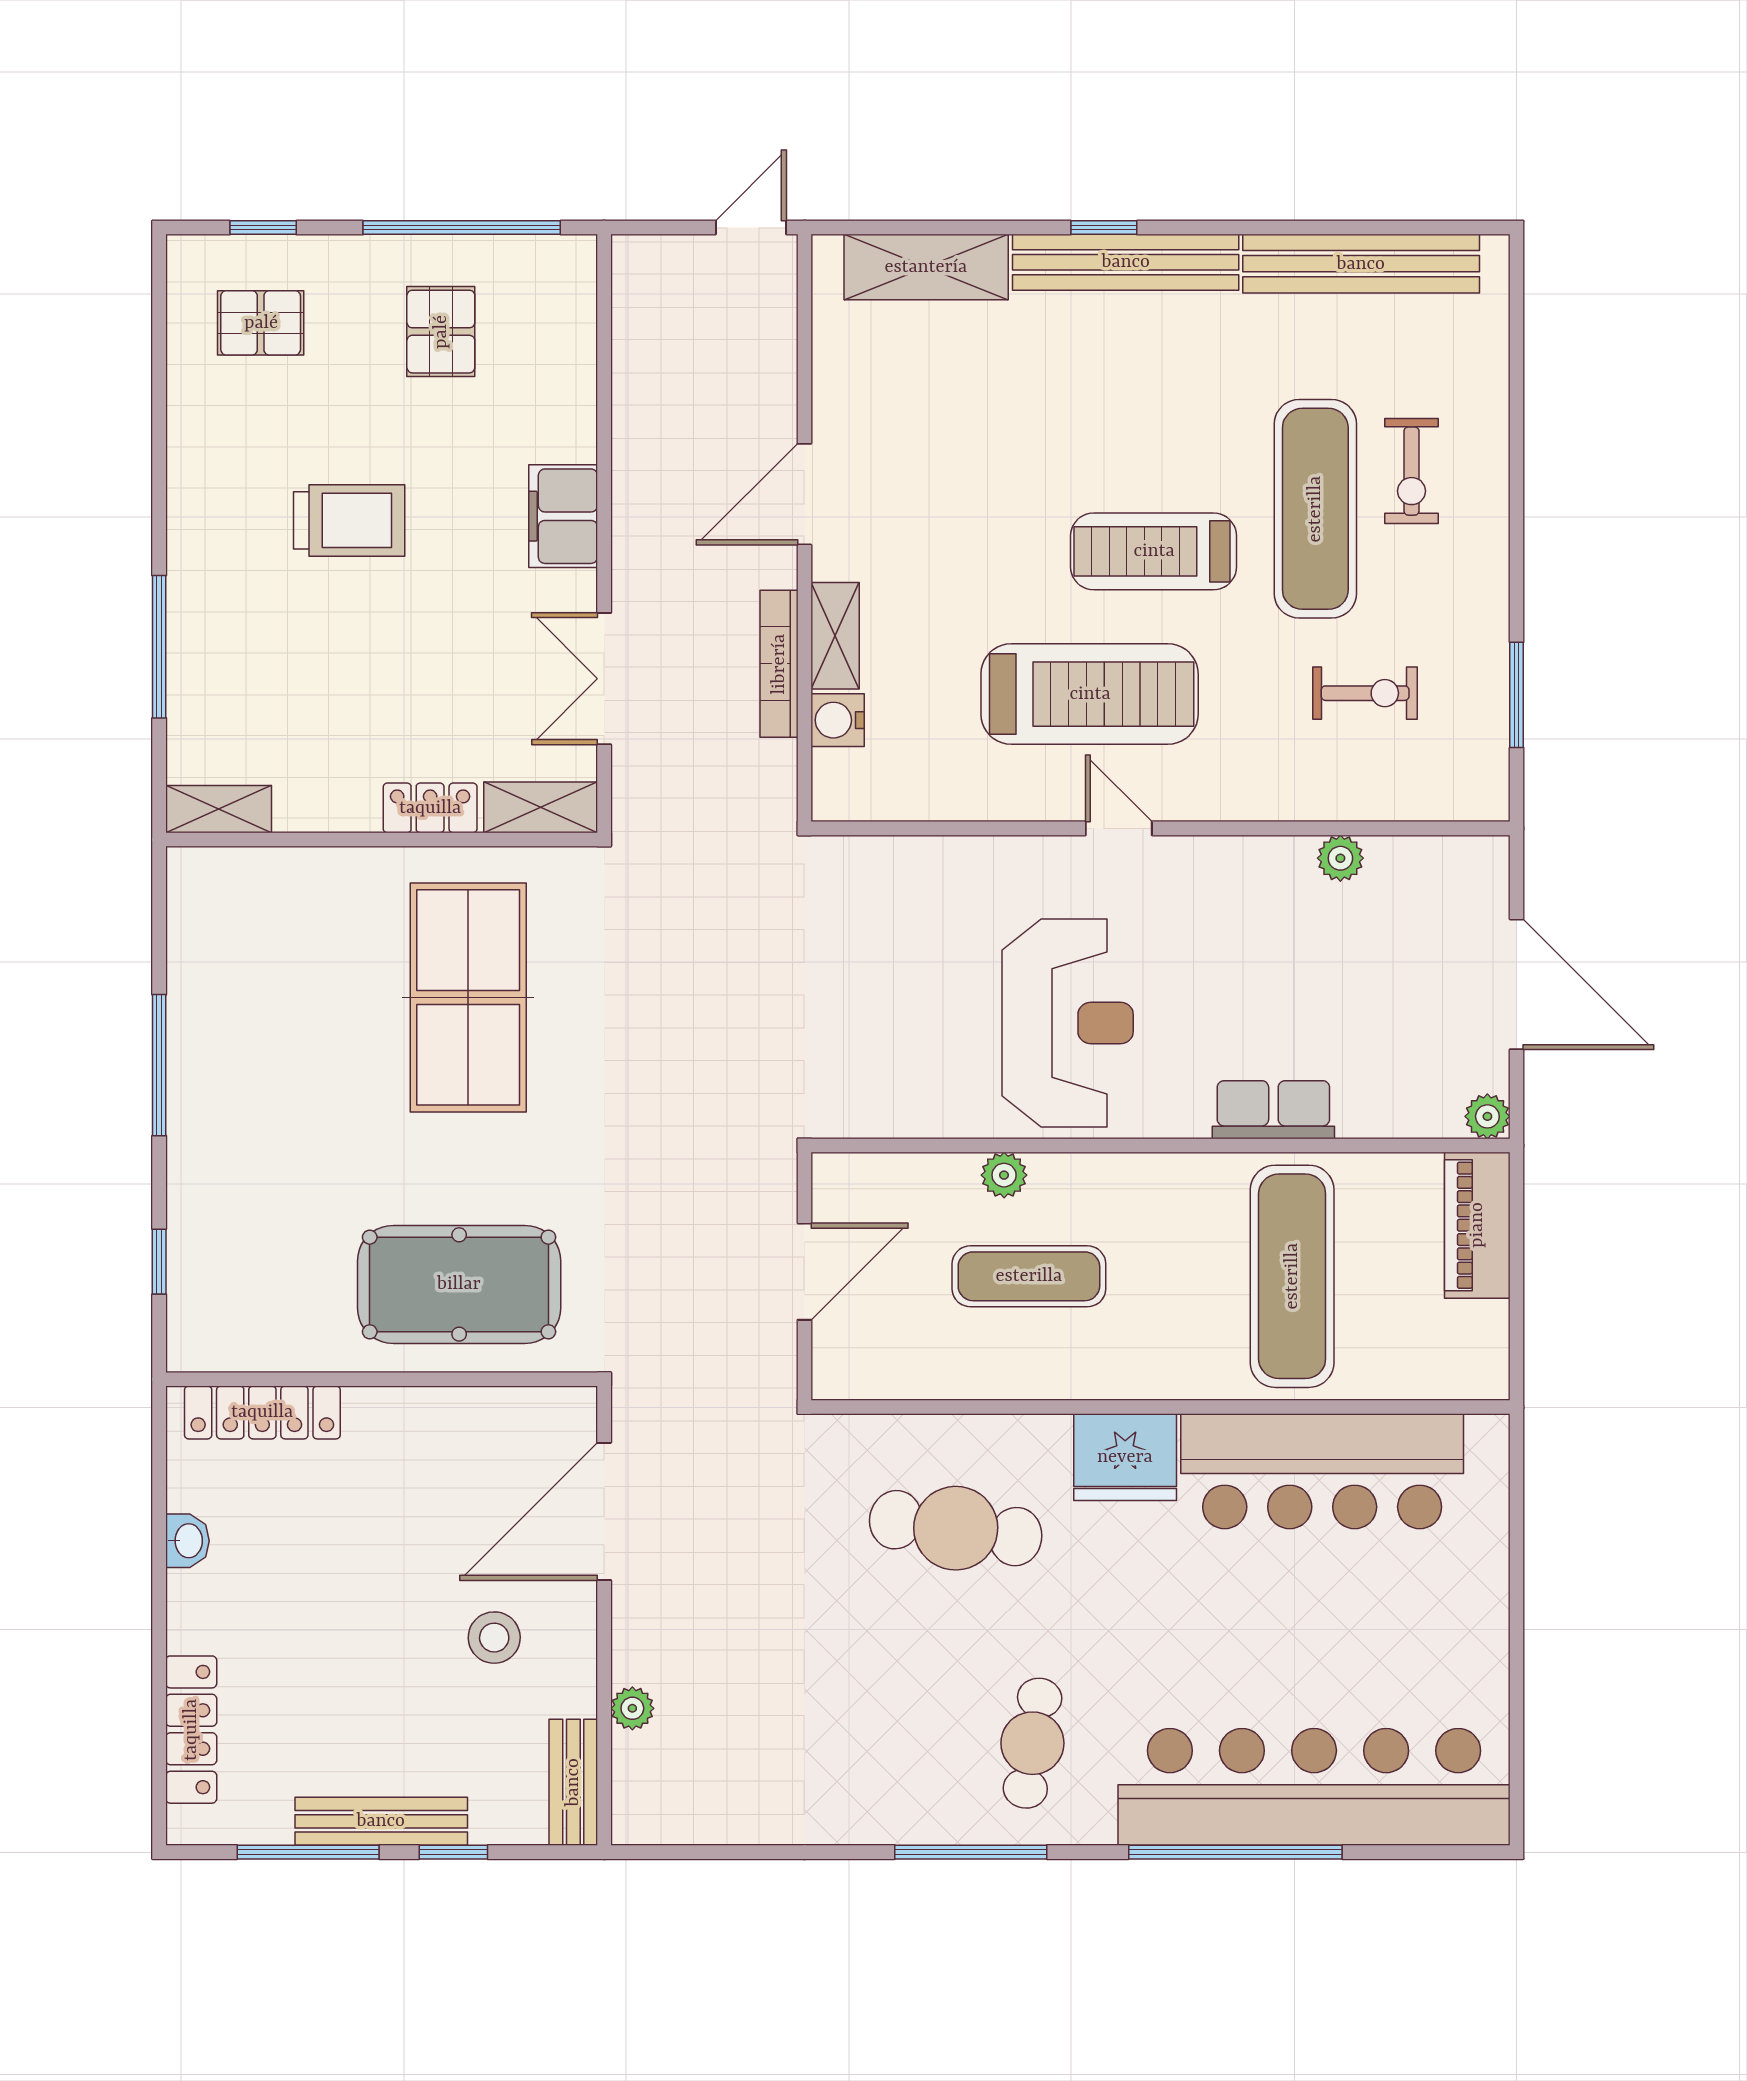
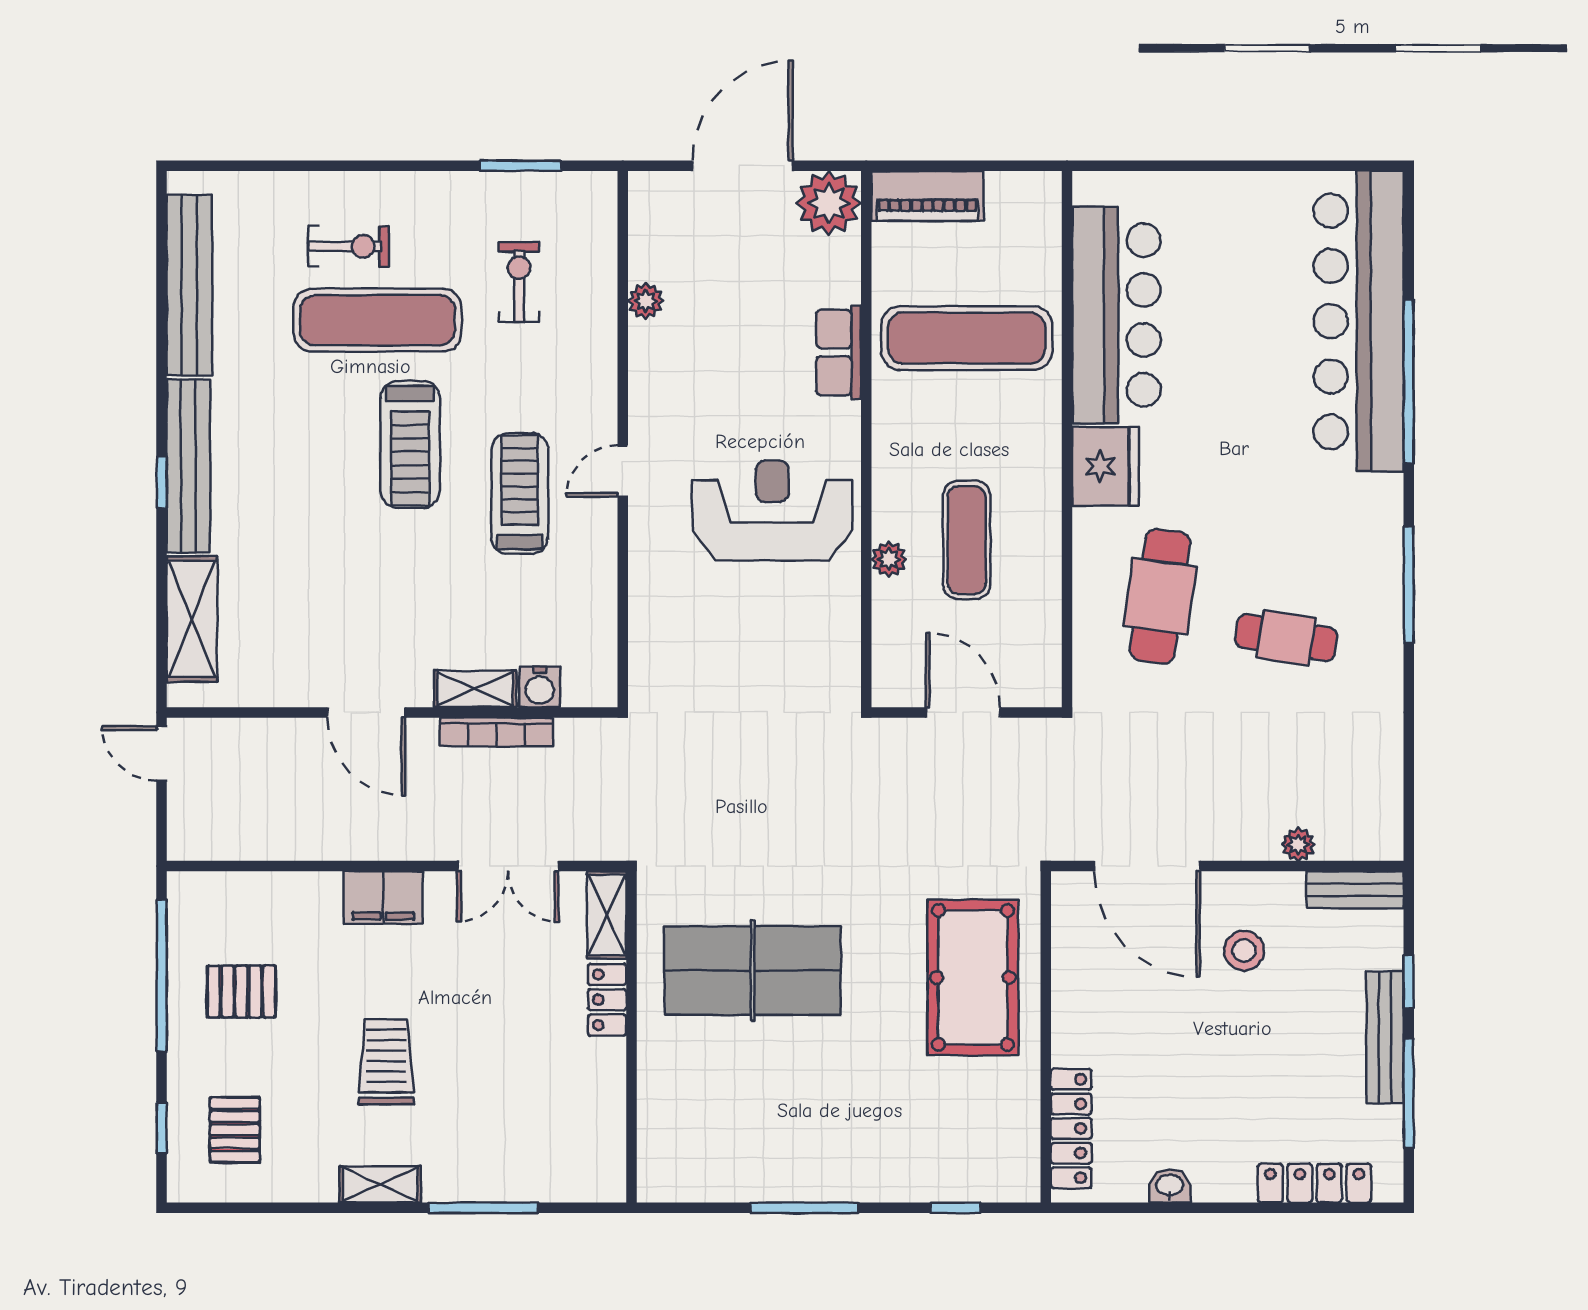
treadmill: (1090, 694) -> (520, 494), width x0.73, depth x0.73
shelving: (219, 809) -> (380, 1184), moved, turned 90
plant: (1487, 1116) -> (829, 203), width x1.87, depth x1.87
cafe table: (1032, 1743) -> (1286, 638), moved

